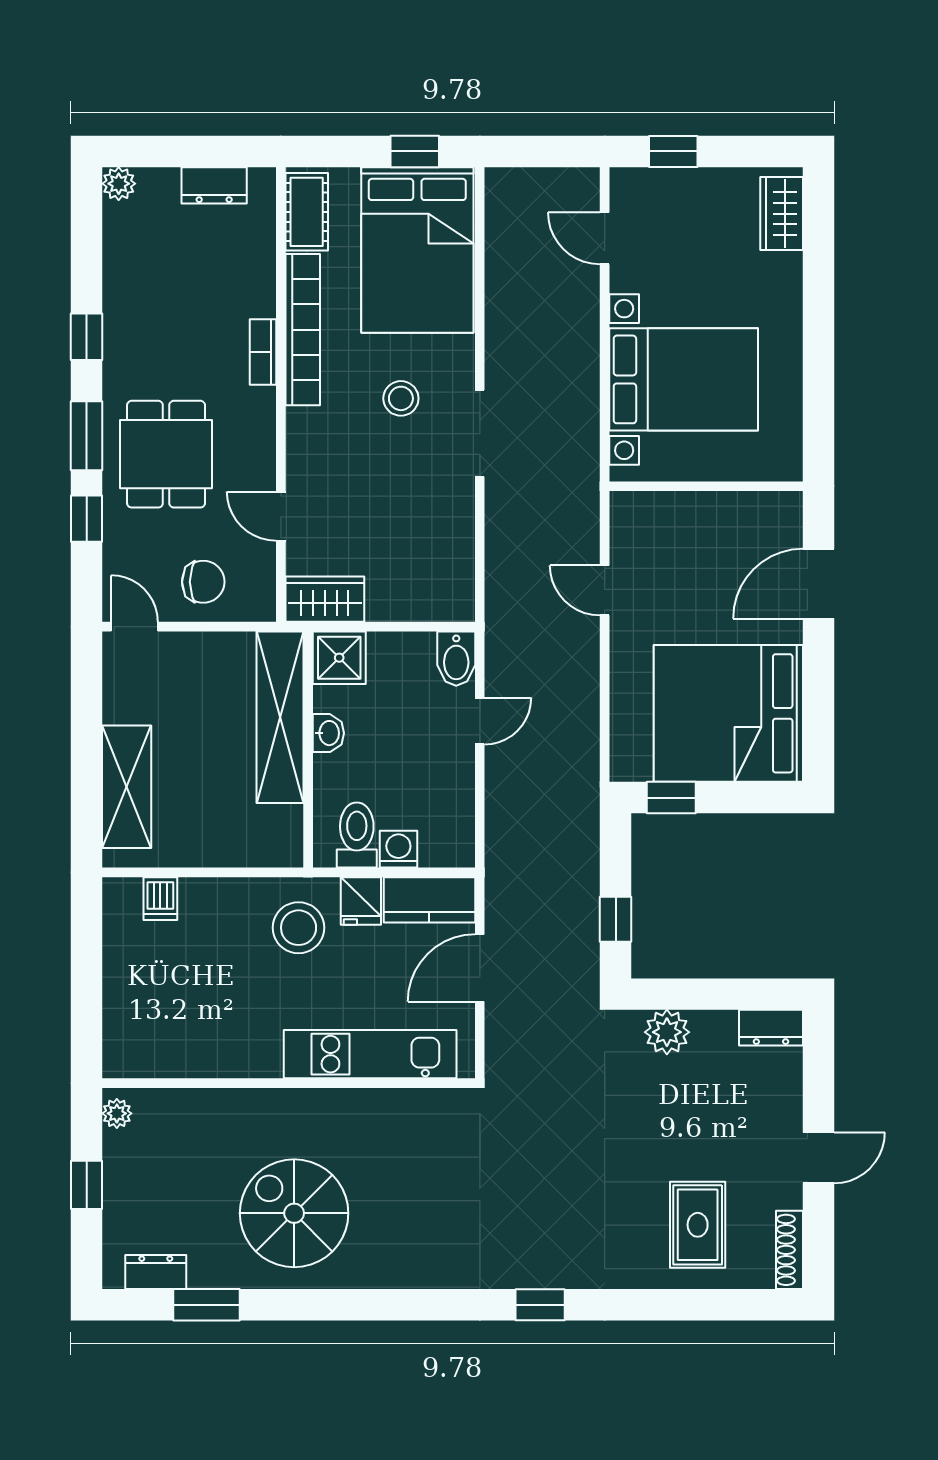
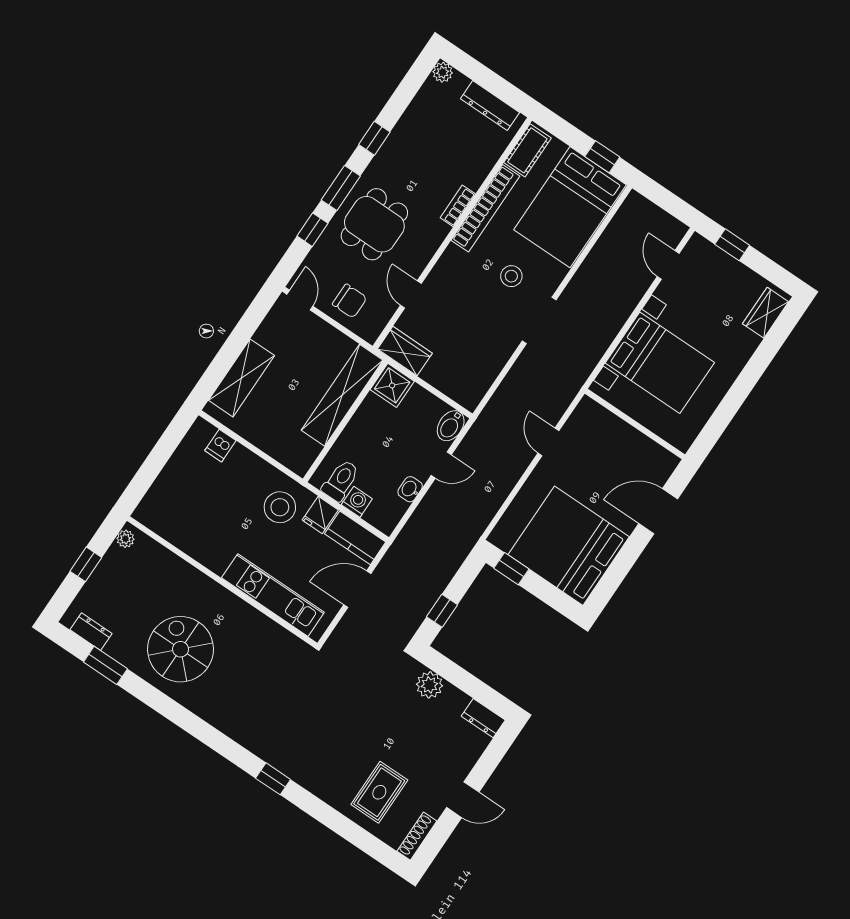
dresser: (214, 185) -> (490, 106), width x1.44
washbasin: (328, 733) -> (410, 489), moved, turned 180

